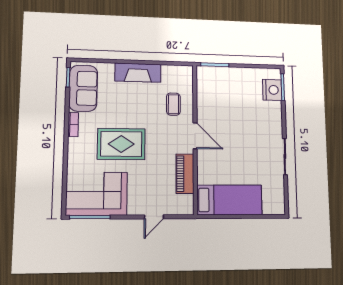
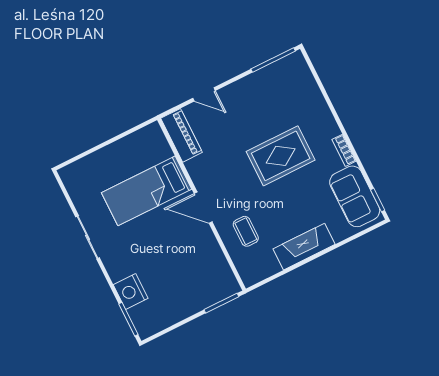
nightstand: (272, 90) -> (131, 291), moved
piano: (185, 174) -> (182, 135), moved
corner sofa: (97, 194) -> (279, 88), removed
bed: (230, 200) -> (147, 191), moved
door: (154, 217) -> (204, 94), swing flipped

